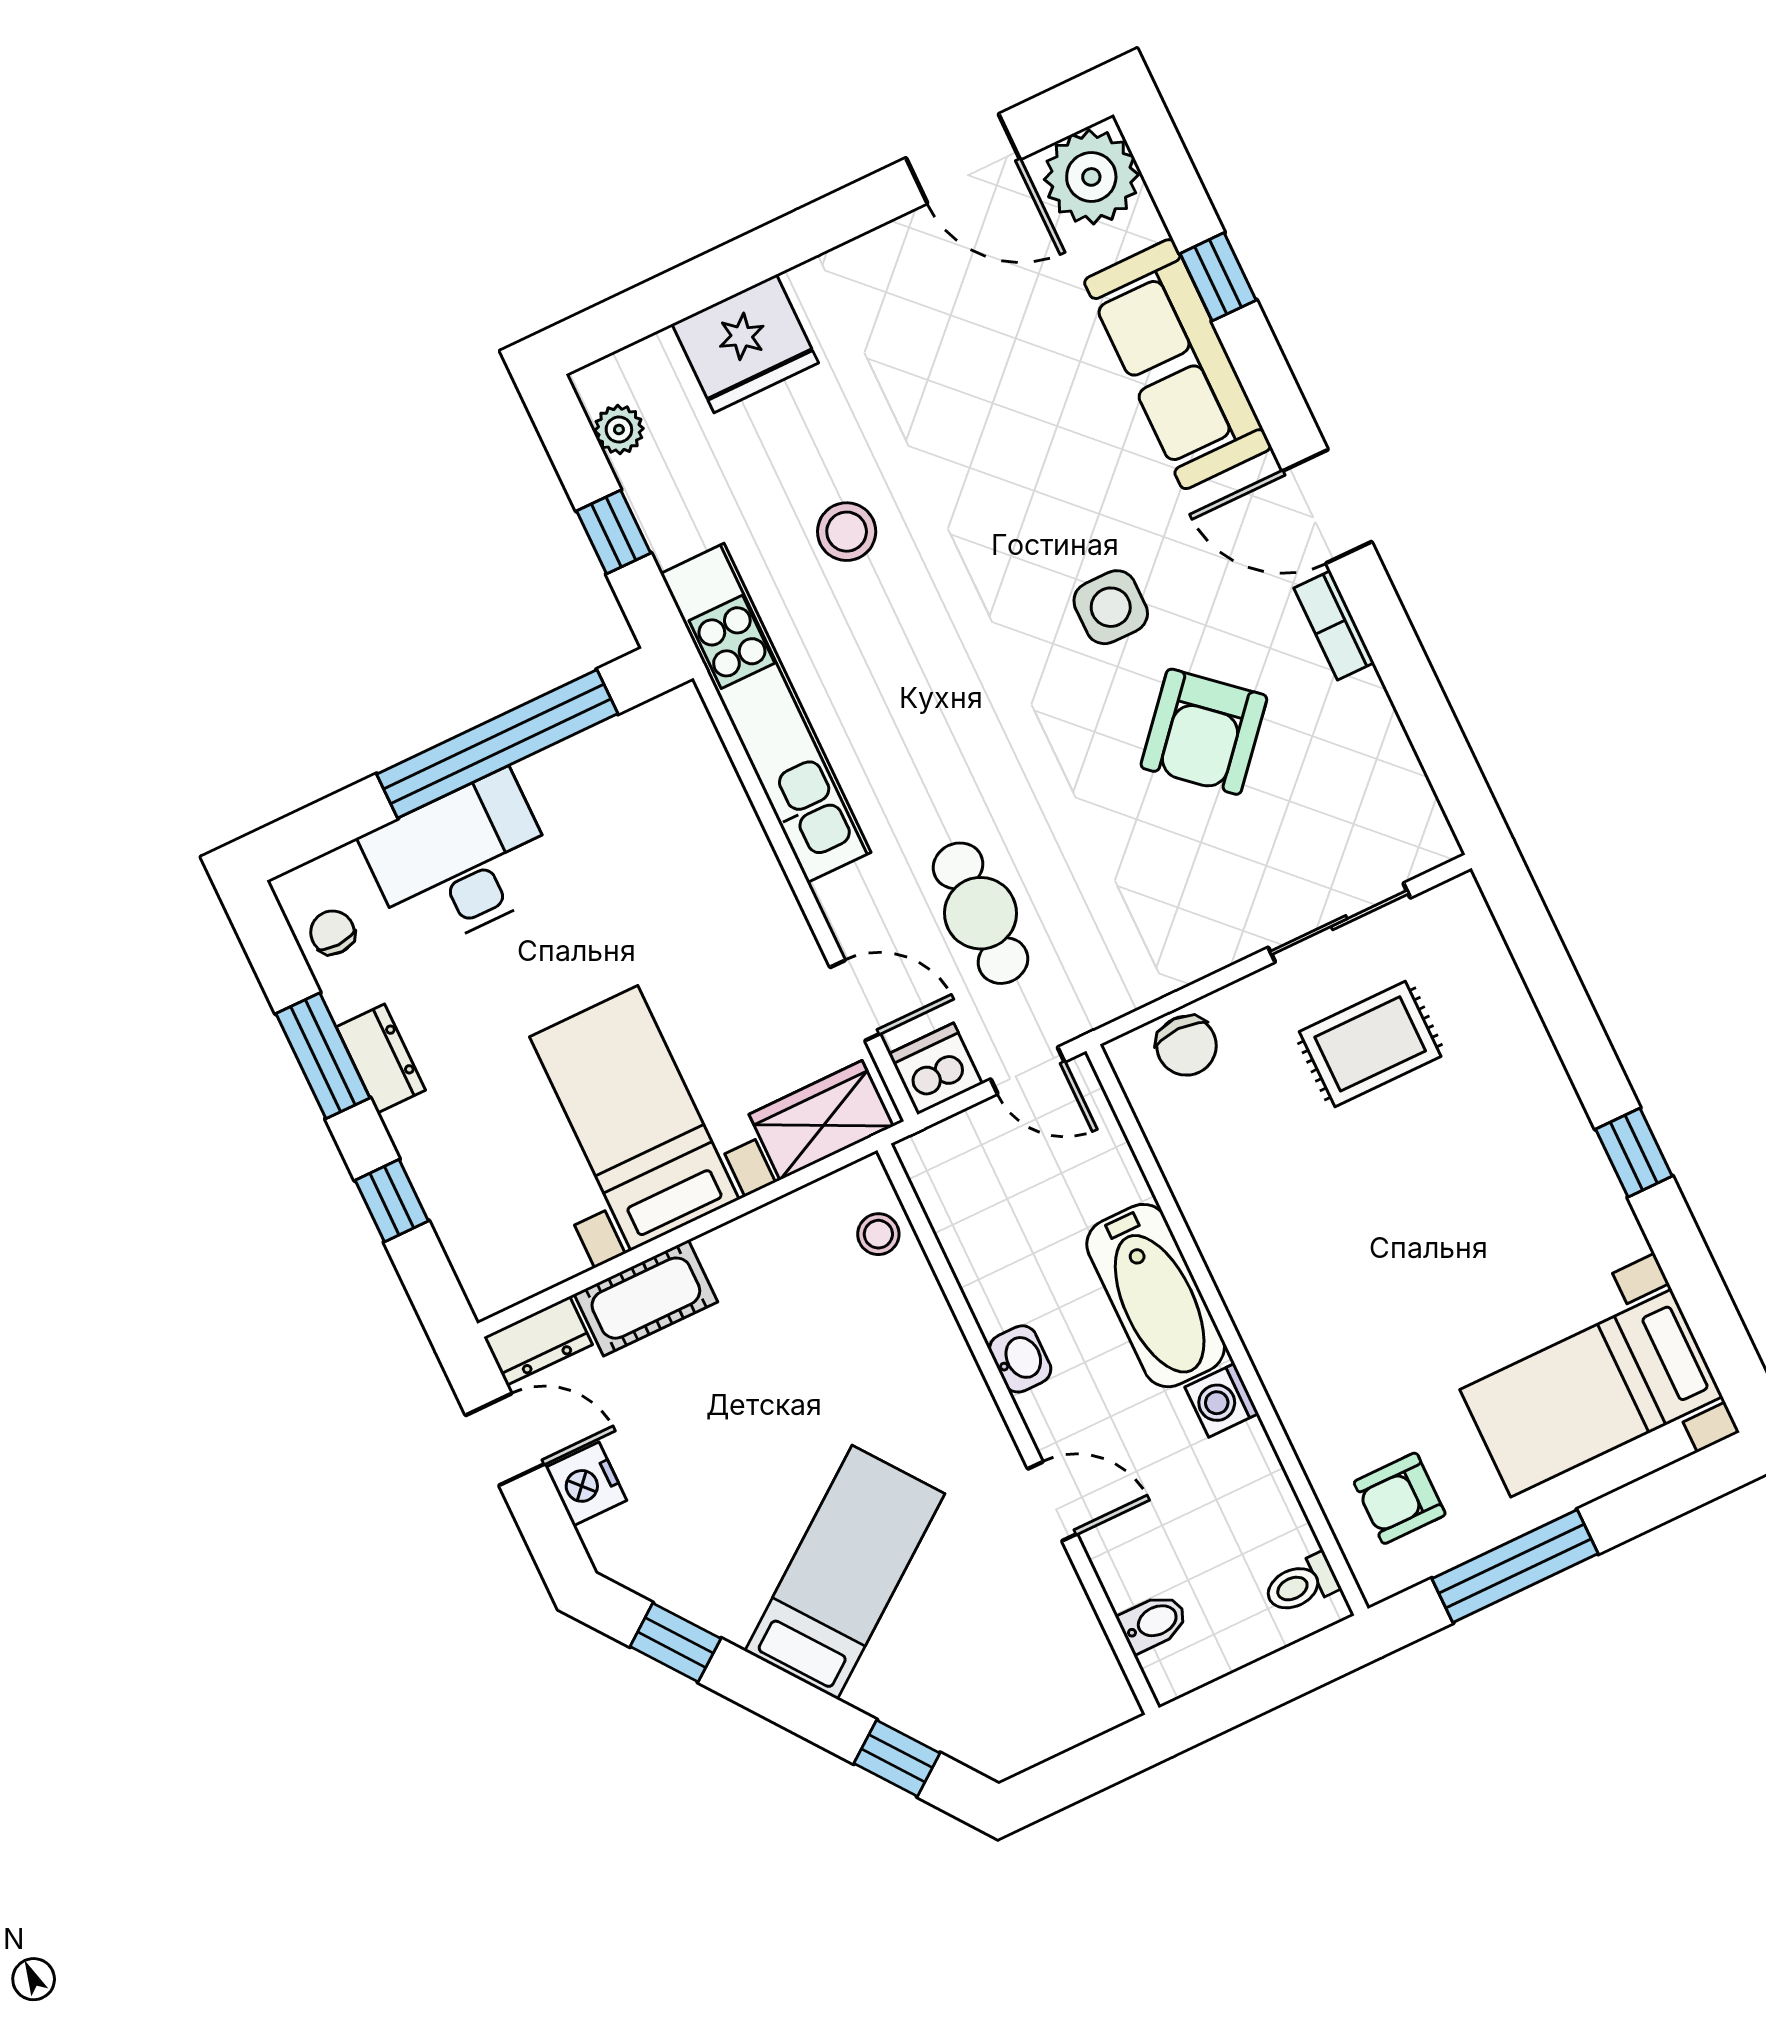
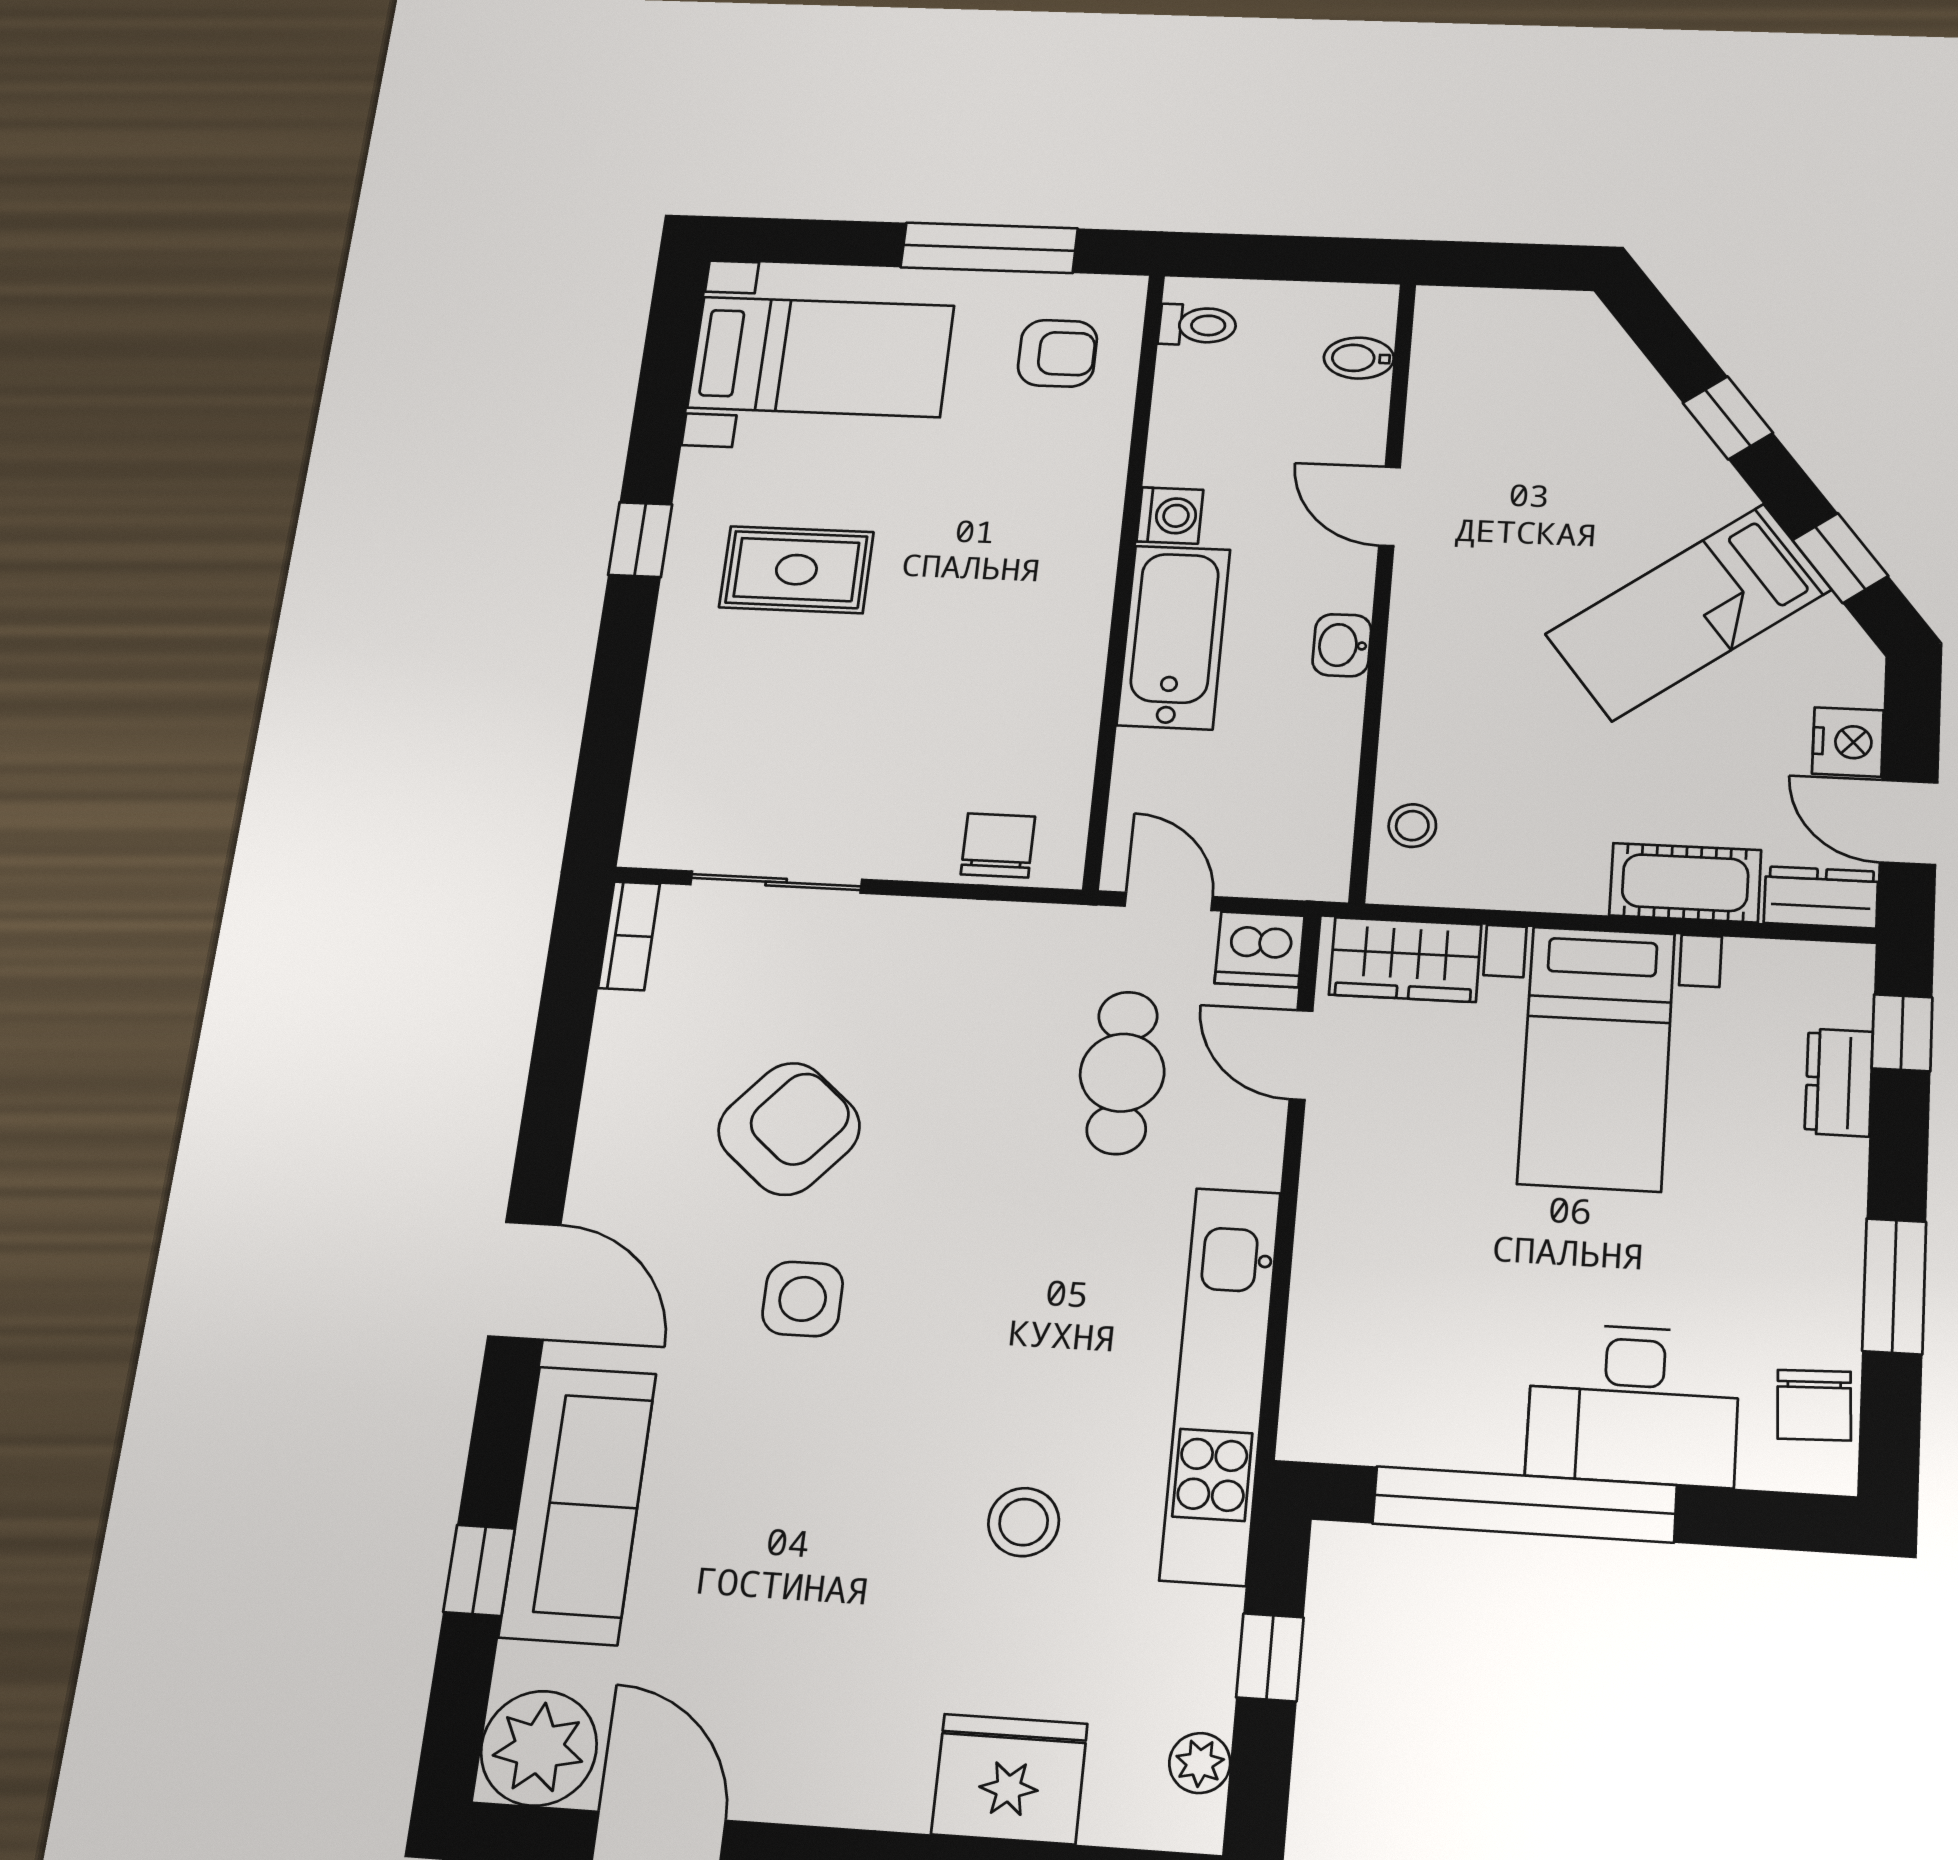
bookcase: (1334, 625) -> (629, 936), moved
chair: (332, 932) -> (1814, 1405), width x1.37, depth x1.37
rug: (1370, 1044) -> (796, 570), moved
dresser: (381, 1058) -> (1839, 1082), moved
window: (392, 1201) -> (1902, 1033), moved
bed: (845, 1572) -> (1688, 612), moved
window: (897, 1758) -> (1728, 418), moved

